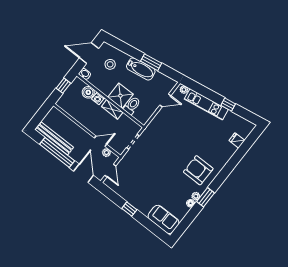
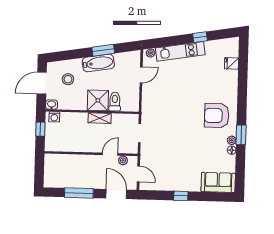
boiler: (88, 92) -> (67, 119), removed
washing machine: (98, 98) -> (54, 117), moved
bench: (54, 139) -> (67, 182), removed
window: (57, 152) -> (79, 193), width x0.68

